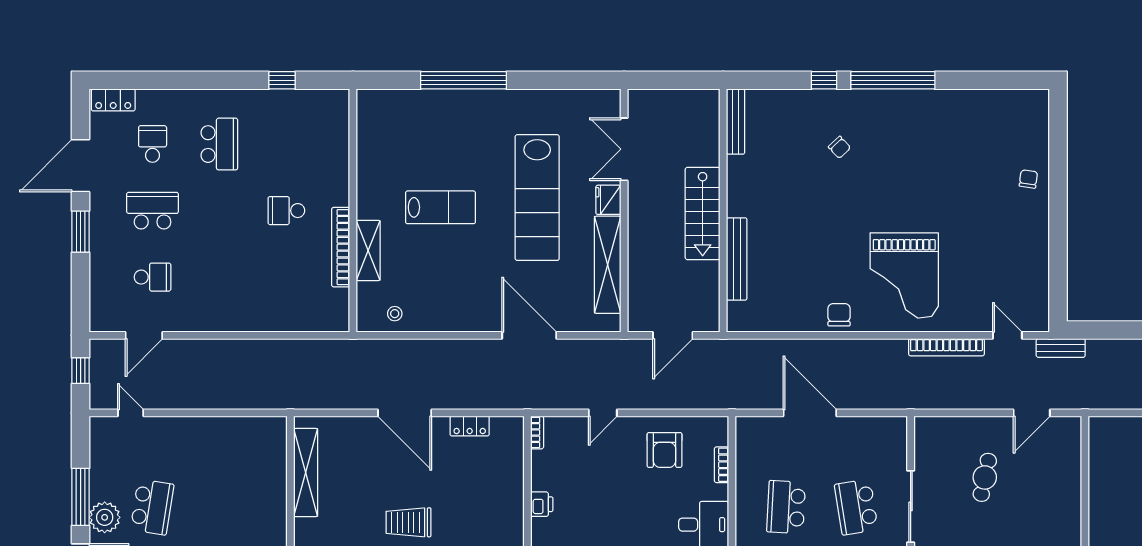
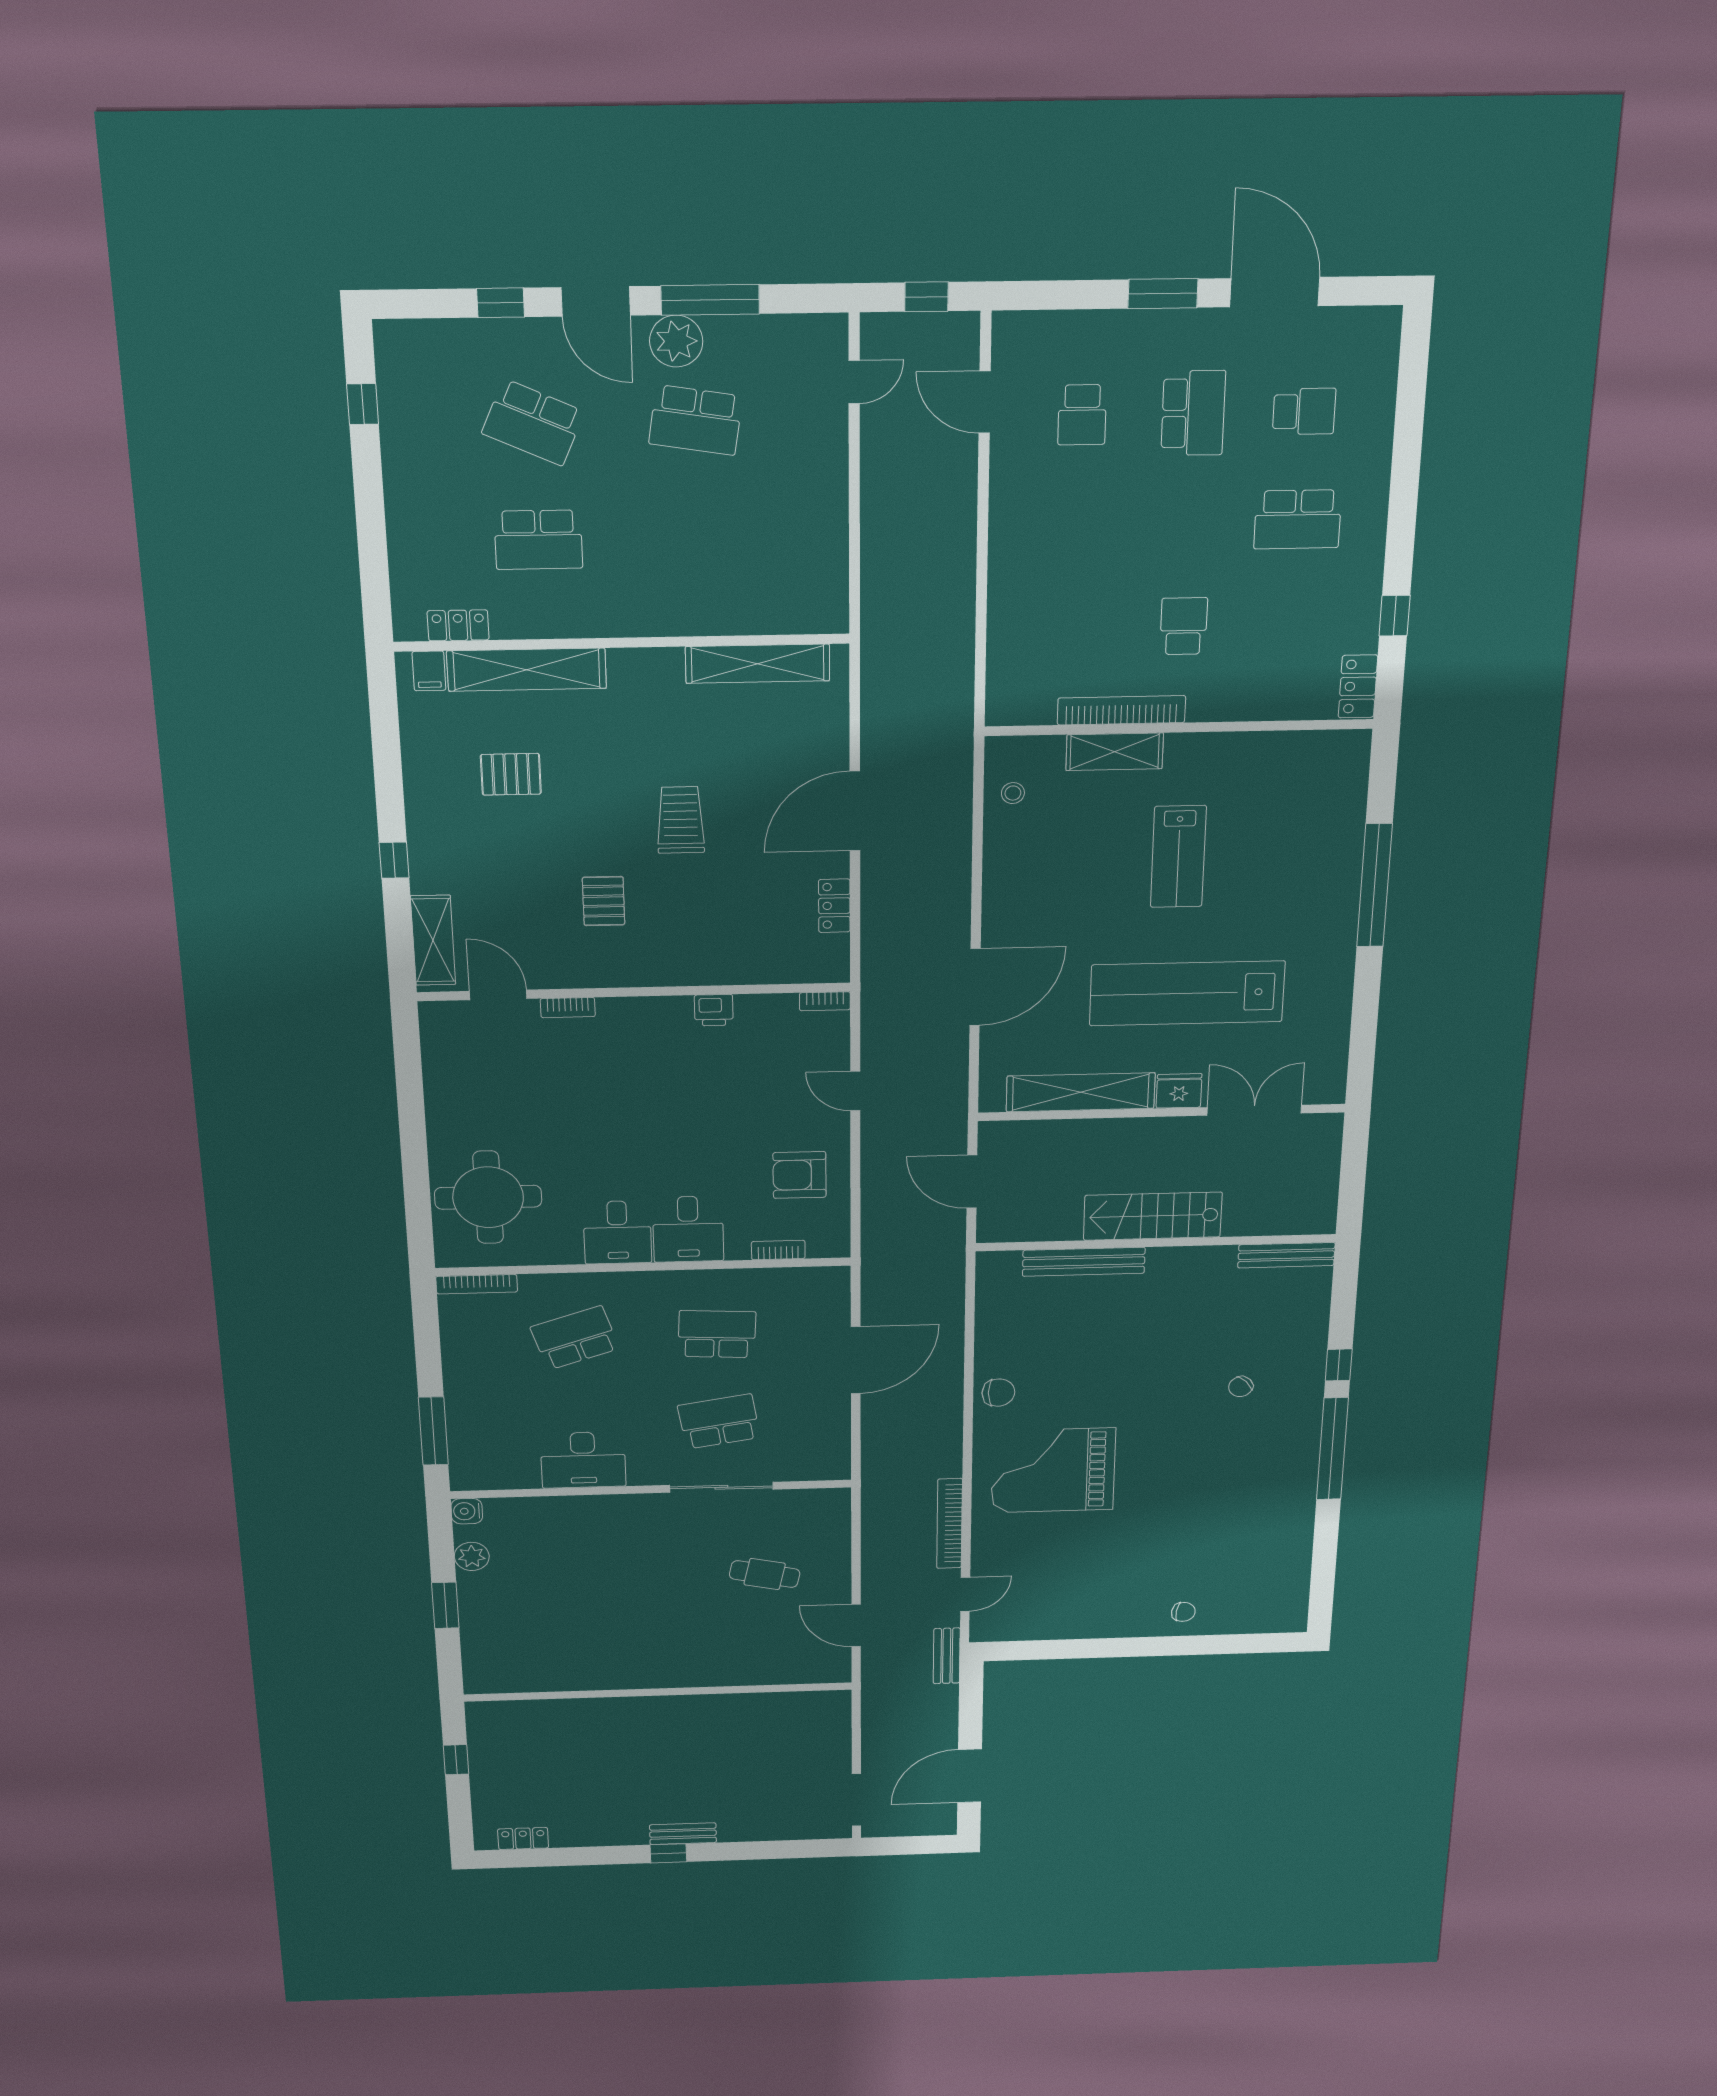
locker: (113, 100) -> (1358, 686), moved

